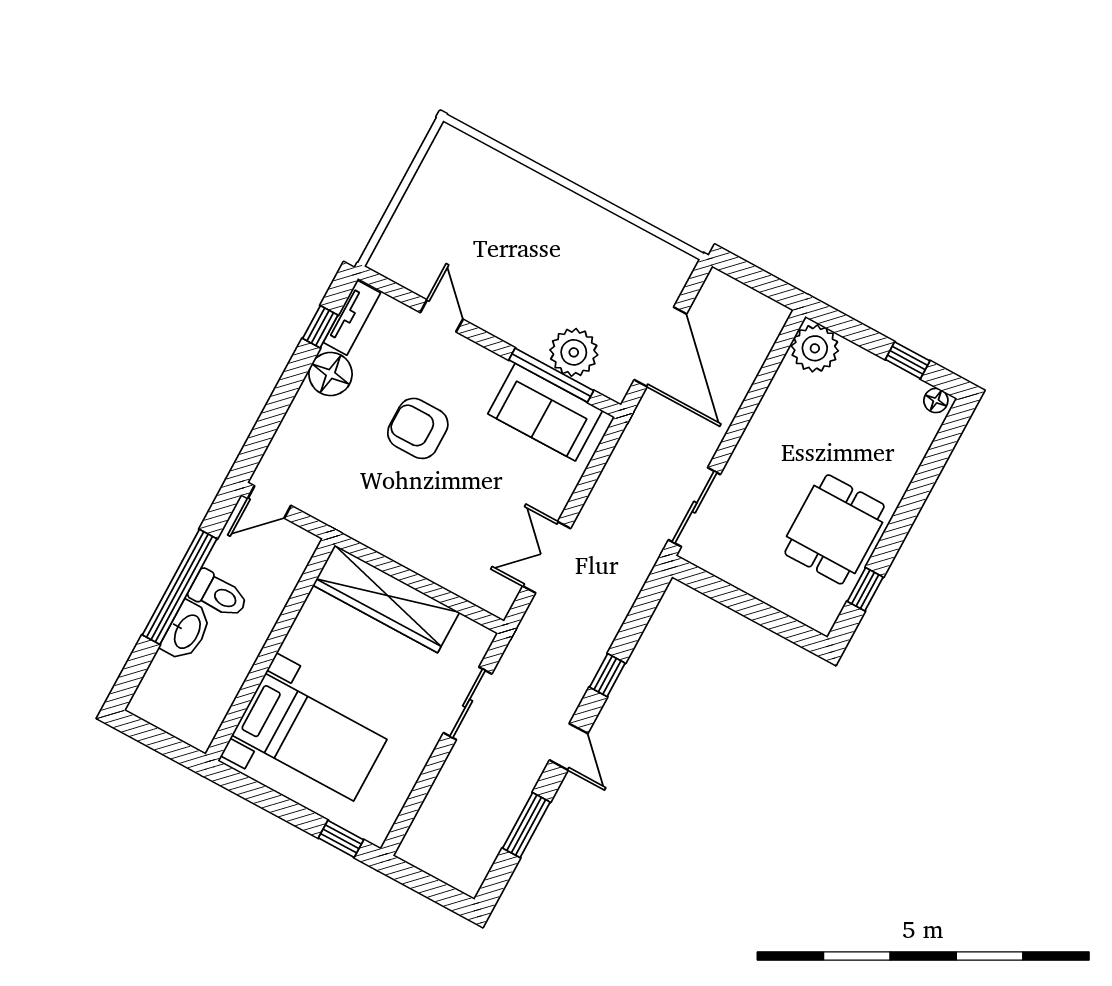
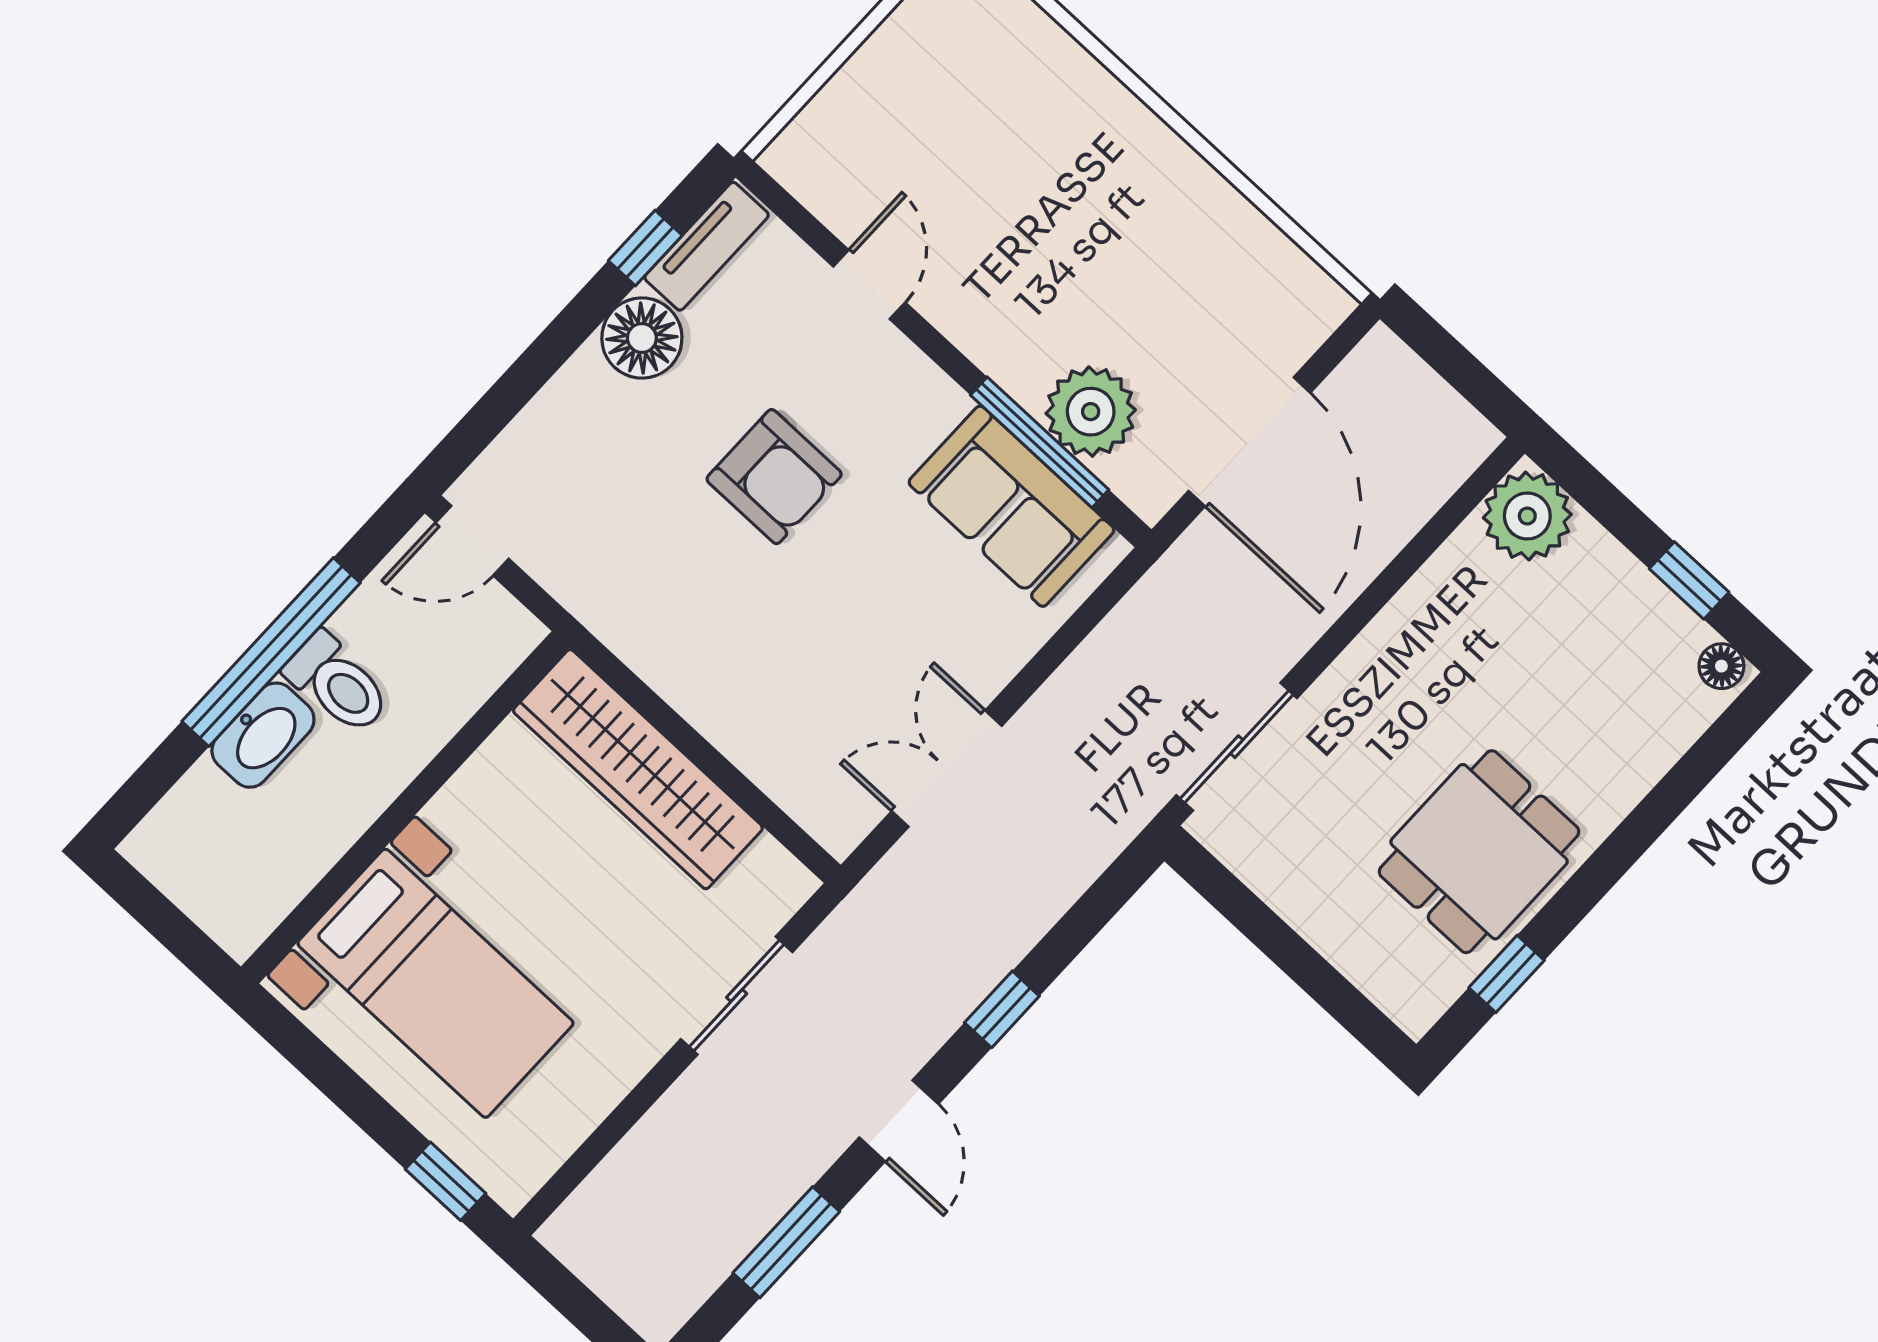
armchair: (418, 428) -> (774, 477), turned 180

